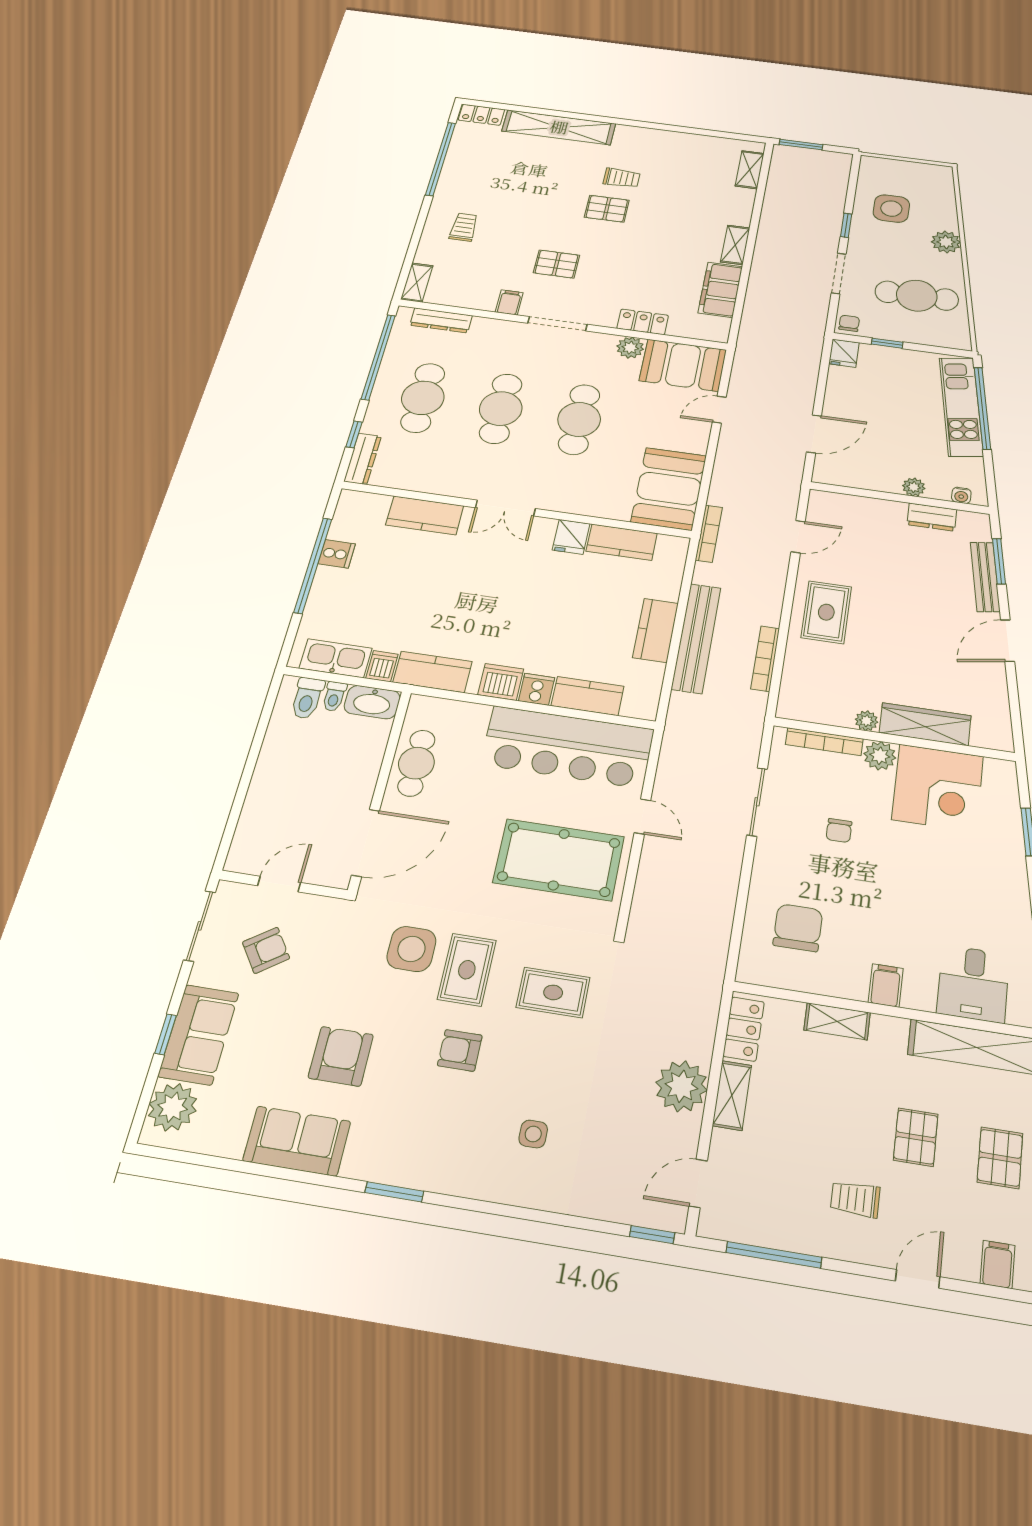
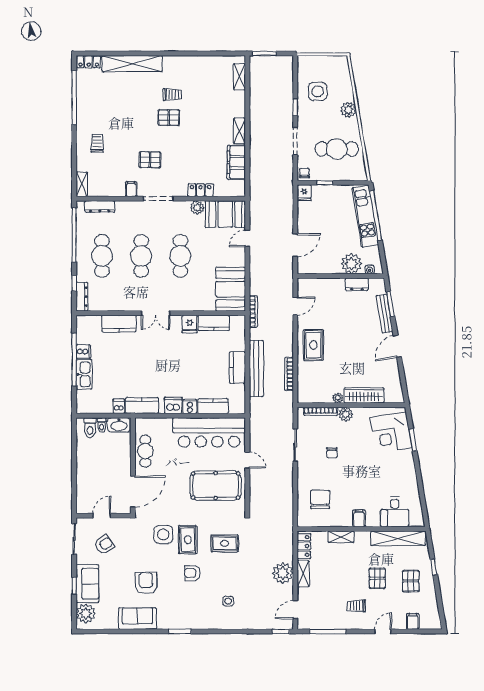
plant: (914, 487) -> (351, 264), width x1.87, depth x1.87
kitchen sink: (336, 658) -> (84, 374), moved, turned 90
corner desk: (938, 788) -> (391, 433), moved, turned 81

